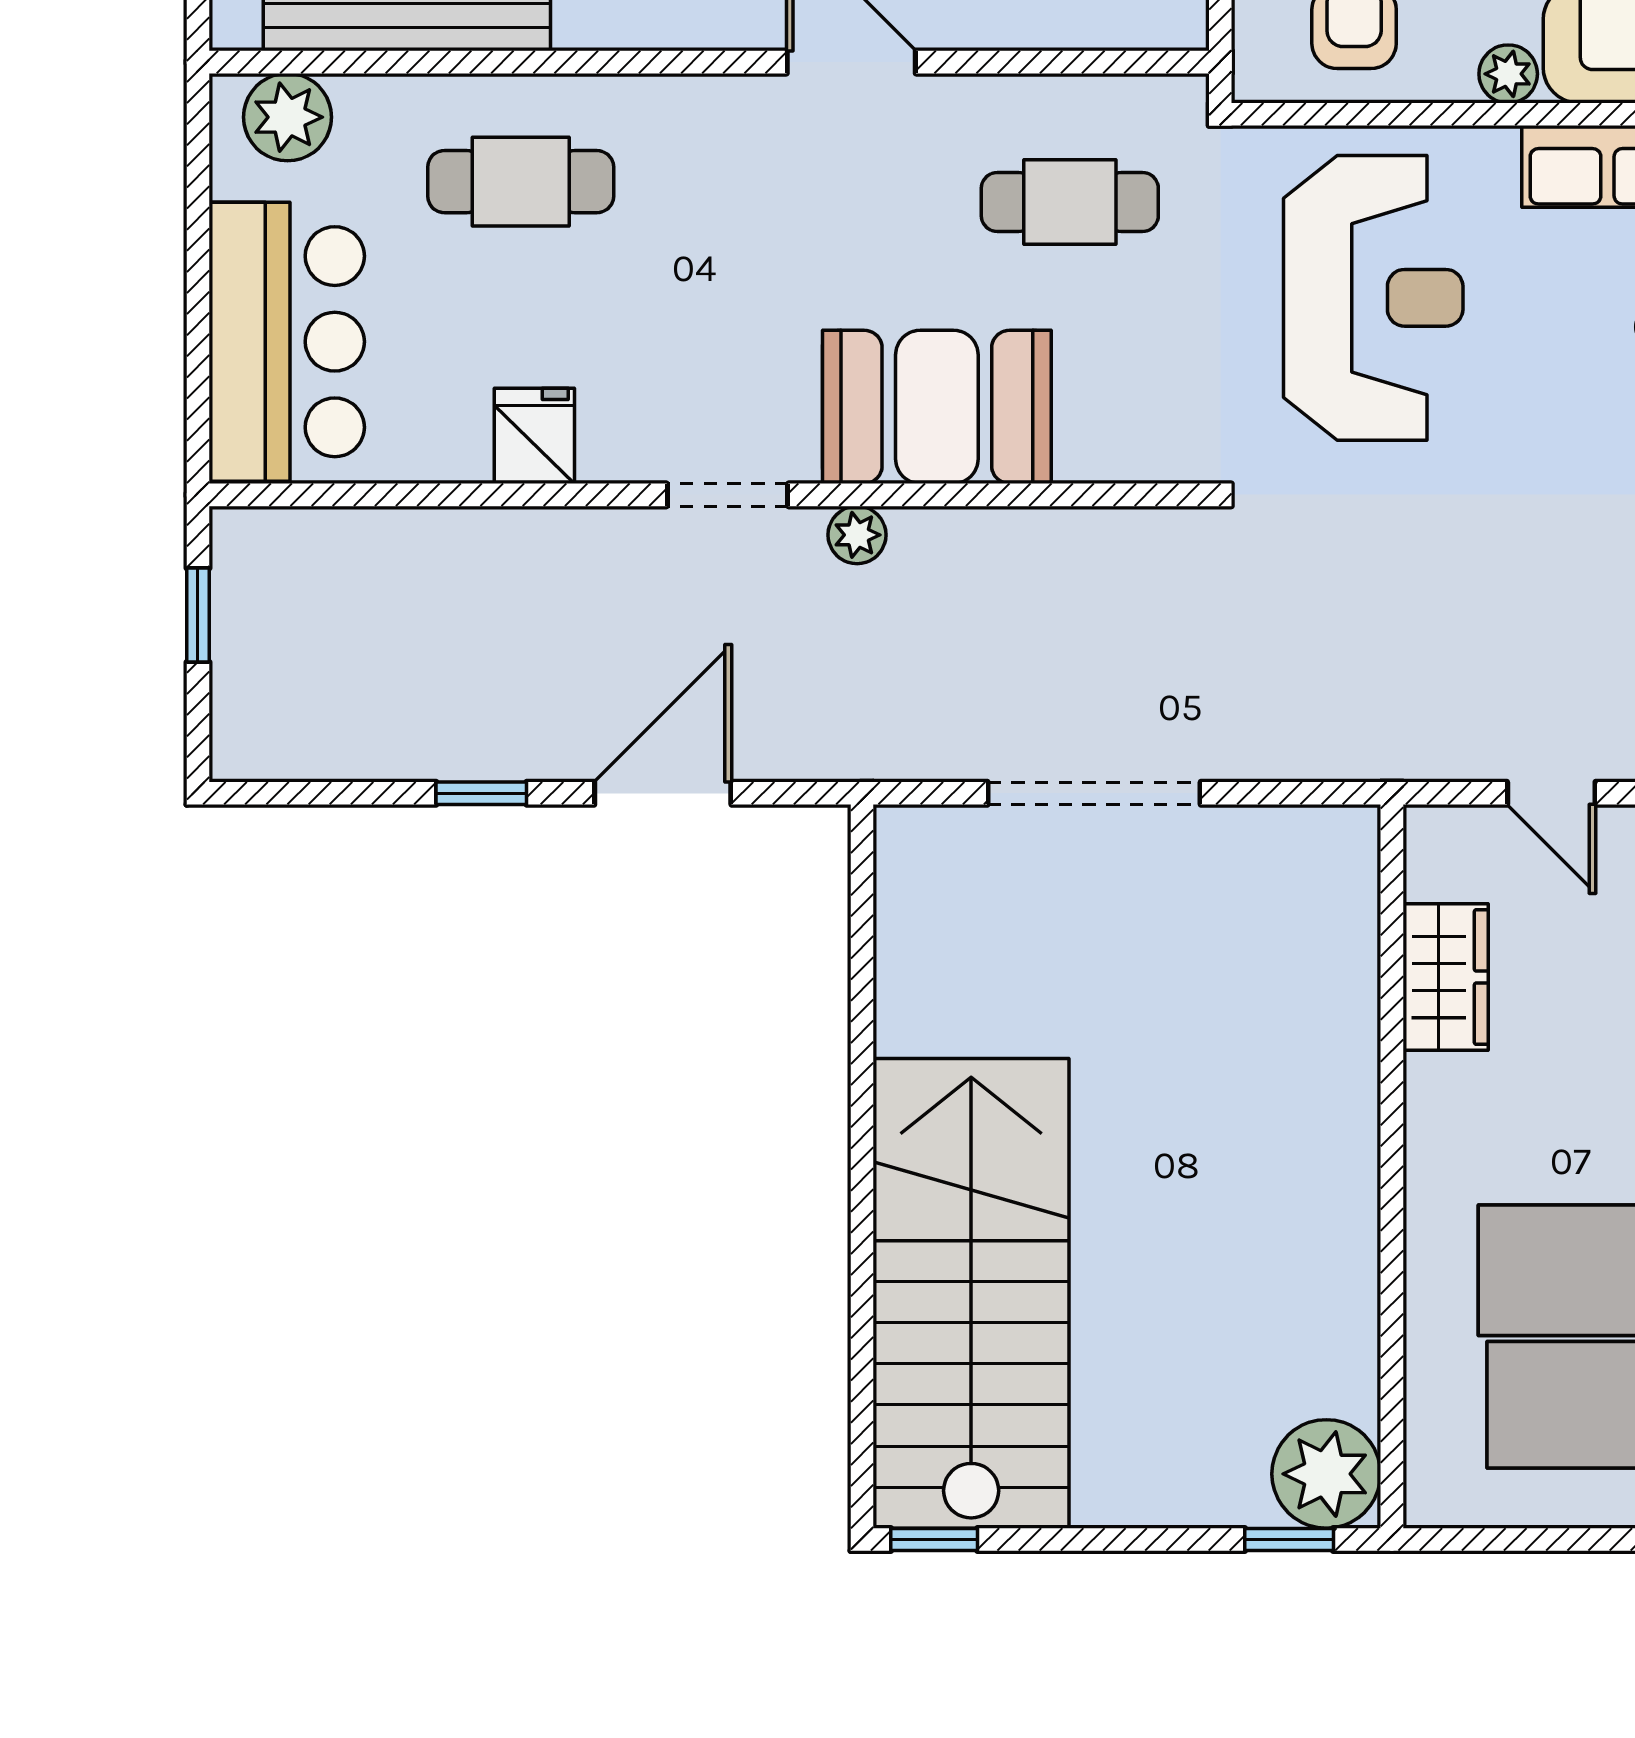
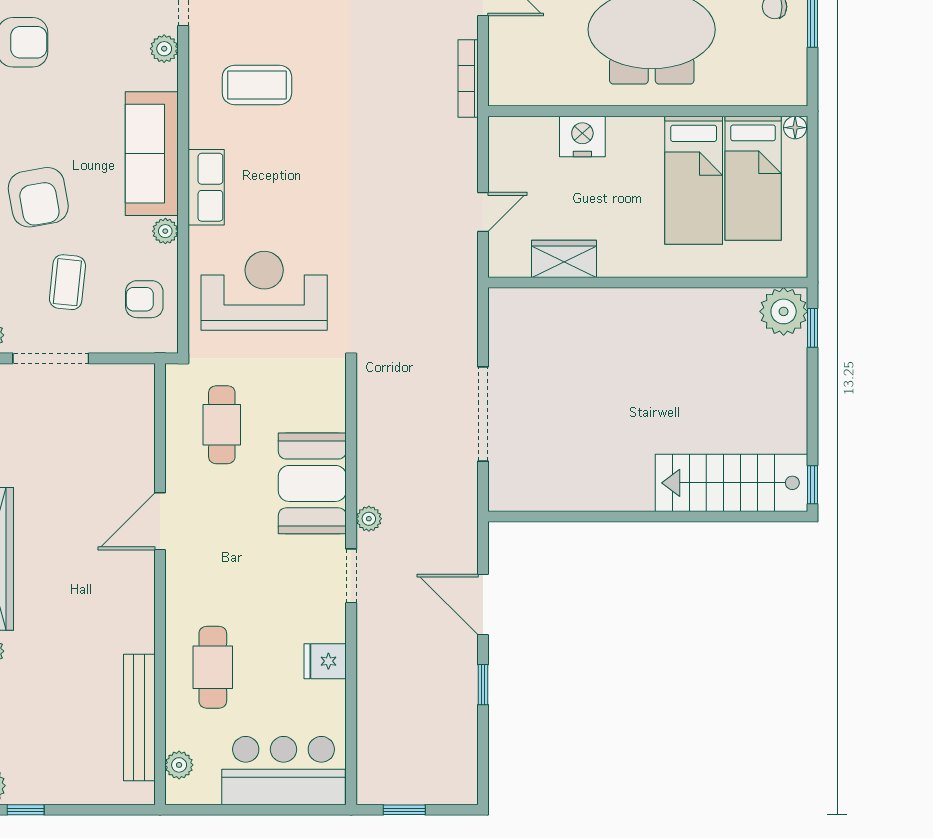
plant: (288, 117) -> (179, 765), width x0.73, depth x0.73
stairs: (971, 1293) -> (731, 483), width x0.73, depth x0.66

